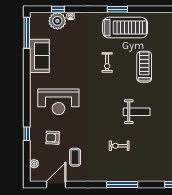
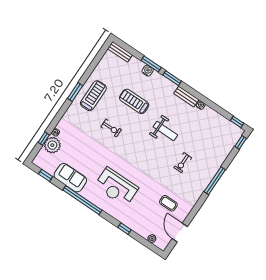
treadmill: (125, 28) -> (93, 96), width x0.73, depth x0.73
window: (27, 33) -> (46, 175), width x0.46
window: (27, 80) -> (82, 200), added
reception desk: (58, 102) -> (116, 187), turned 90
weight bench: (137, 112) -> (165, 131), turned 90
armchair: (53, 138) -> (141, 210), removed

